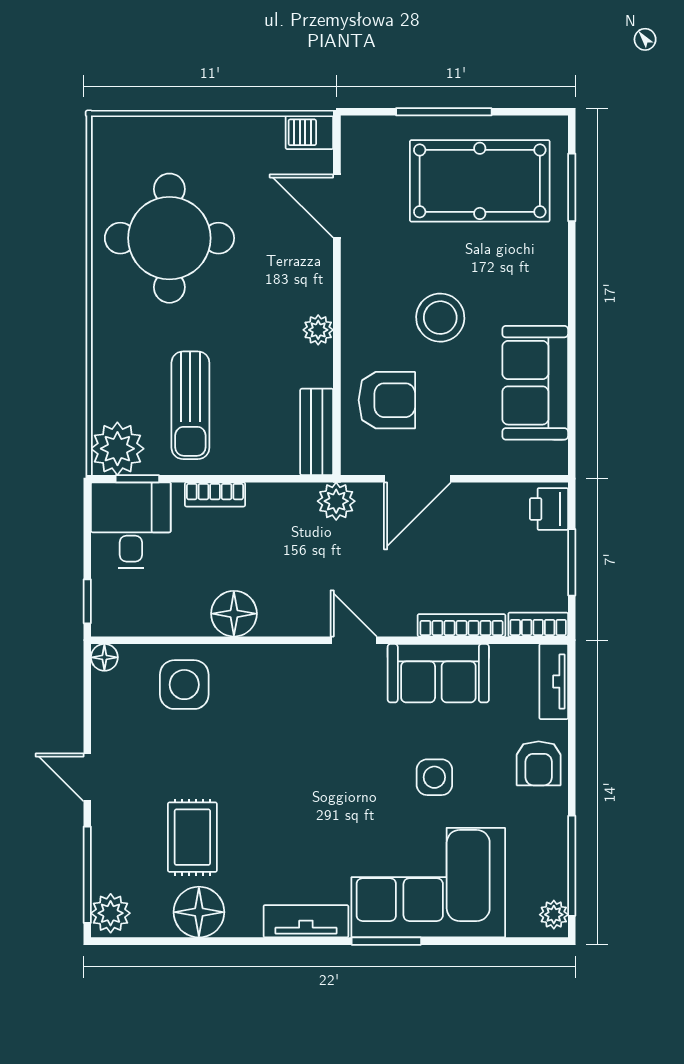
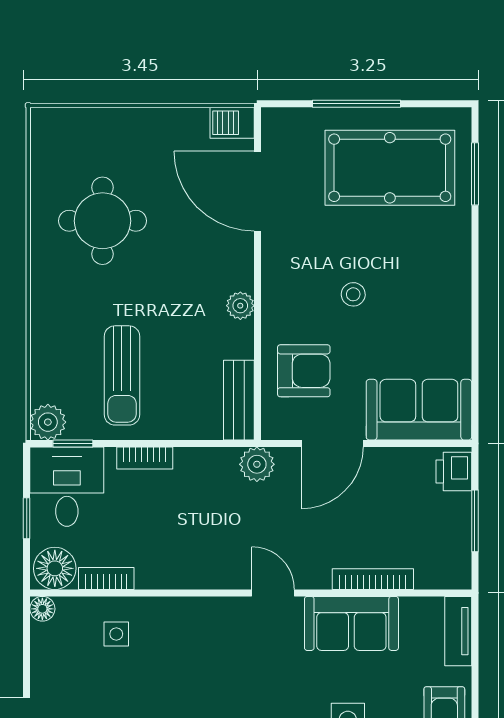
door: (337, 206) -> (258, 191), width x1.36
round table: (169, 238) -> (103, 221), width x0.73, depth x0.73
stool: (440, 318) -> (353, 294), width x0.53, depth x0.53
sofa: (535, 383) -> (419, 410), moved, turned 90
plant: (117, 449) -> (48, 422), width x0.73, depth x0.73
window: (87, 601) -> (27, 518), moved
floor lamp: (234, 614) -> (55, 568), moved
bookcase: (538, 625) -> (106, 578), moved
side table: (184, 685) -> (116, 634), width x0.54, depth x0.54

